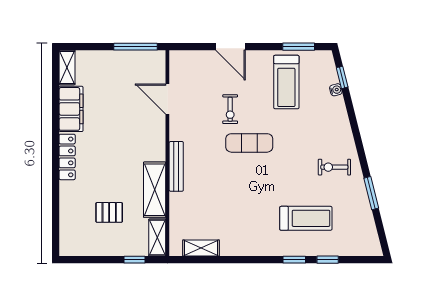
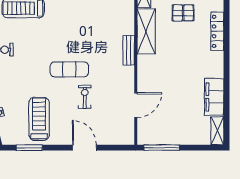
door: (167, 99) -> (136, 105), hinge flipped
locker: (67, 157) -> (217, 31), moved
bench: (176, 166) -> (129, 50), width x0.73

